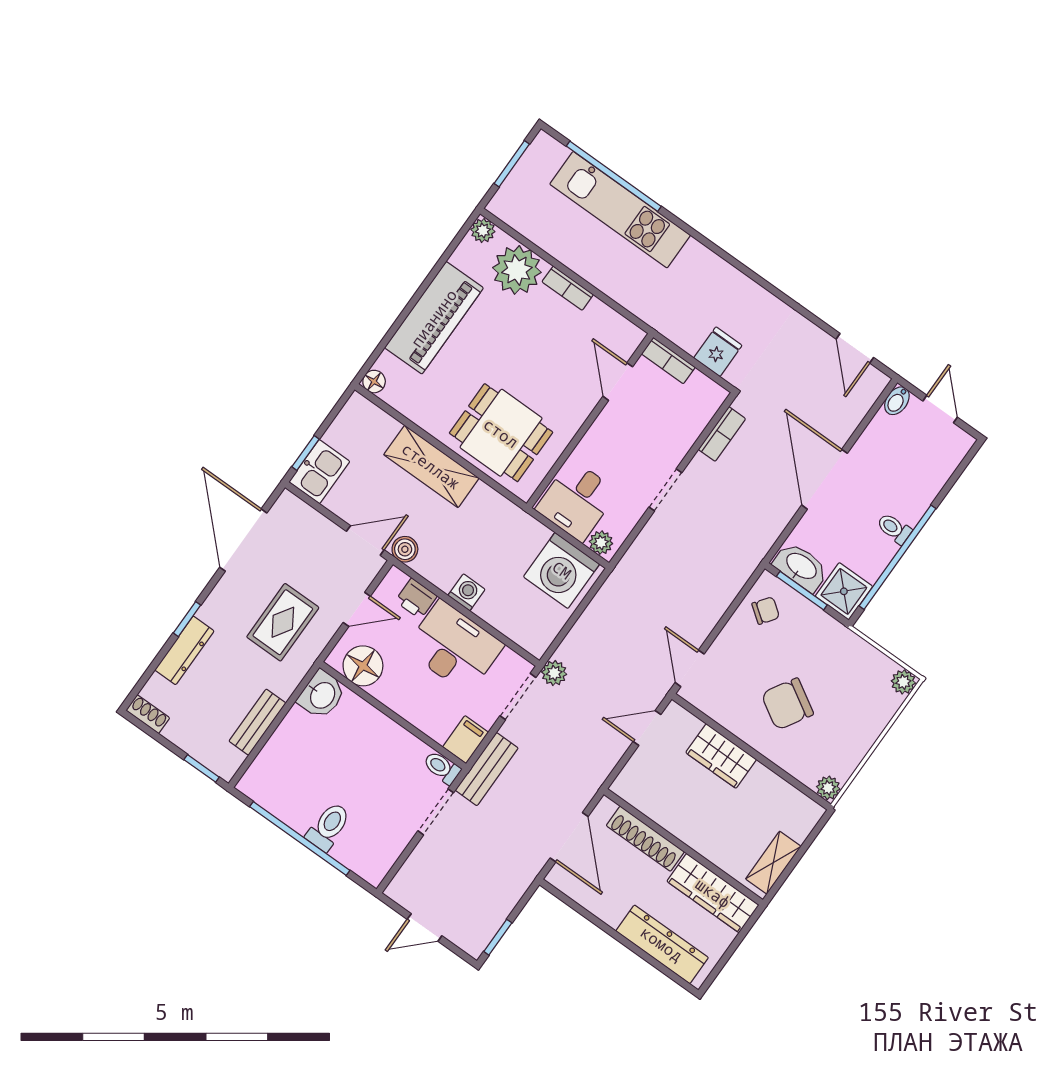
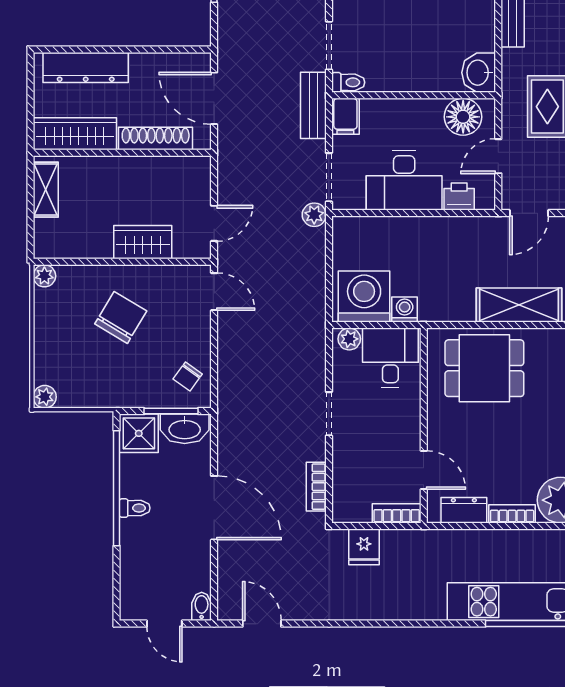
dresser: (608, 321) -> (464, 510), added
boiler: (405, 549) -> (494, 228), removed
washing machine: (466, 592) -> (405, 310), moved, turned 180

